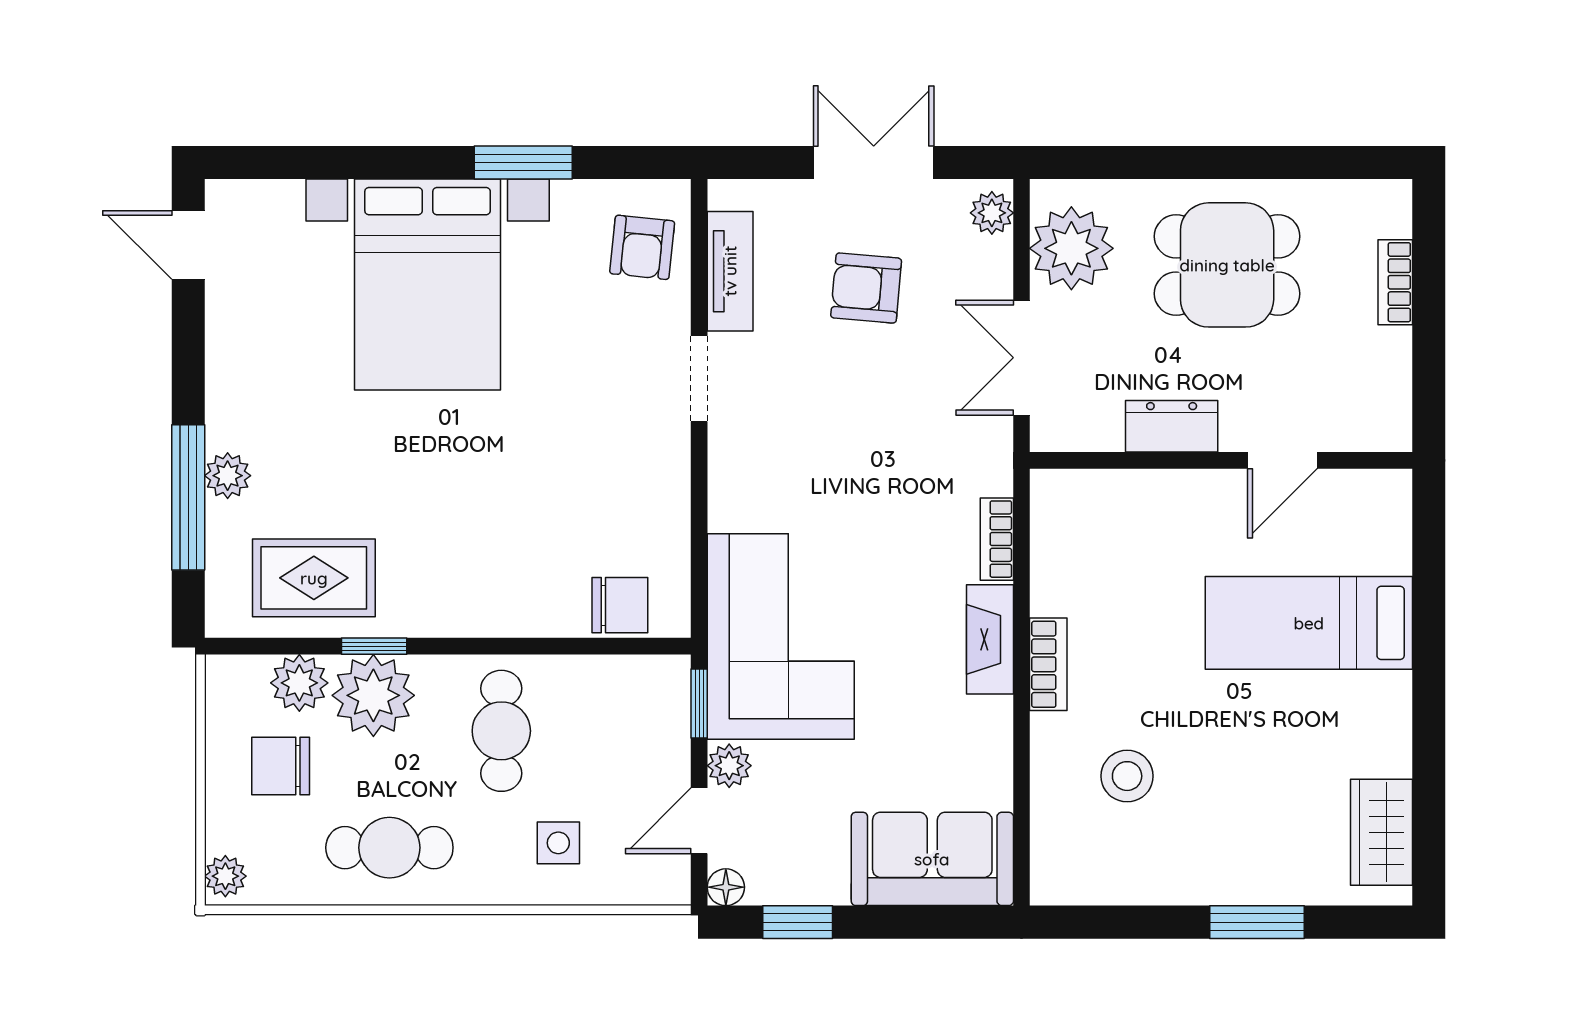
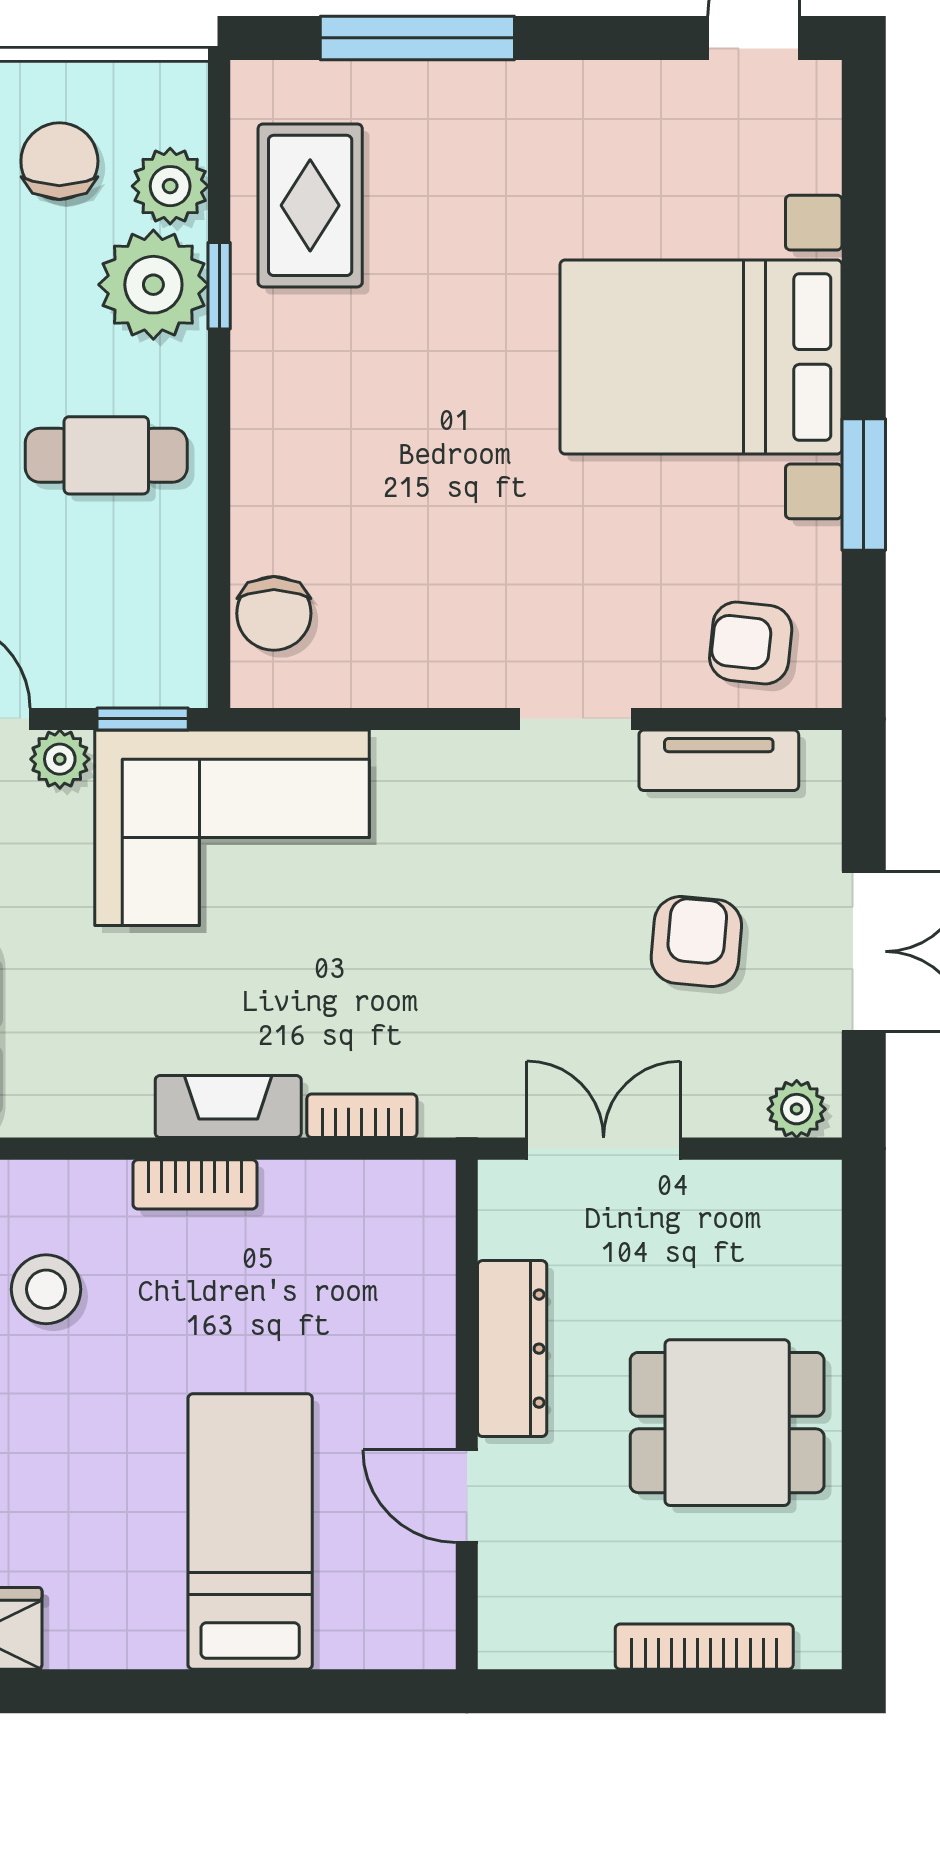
plant: (1071, 248) -> (749, 1215), removed
dining table: (1227, 265) -> (727, 1423), turned 90
bookcase: (1395, 282) -> (704, 1647), width x1.56
dresser: (1172, 426) -> (512, 1349), width x1.44
plant: (228, 476) -> (446, 90), removed

